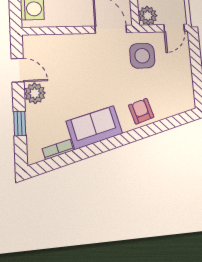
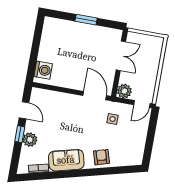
side table: (142, 56) -> (113, 119), width x0.54, depth x0.54
plant: (35, 93) -> (30, 140), moved
window: (20, 123) -> (20, 134), moved

